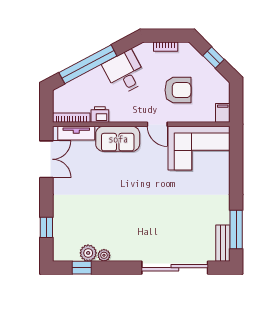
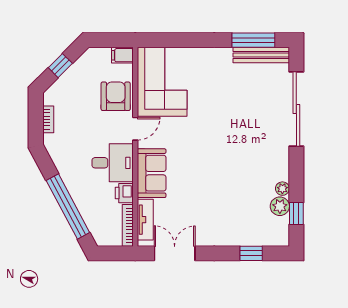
desk: (125, 72) -> (113, 163), moved, turned -152
armchair: (178, 90) -> (116, 96), moved
bench: (223, 243) -> (261, 55), width x1.36

